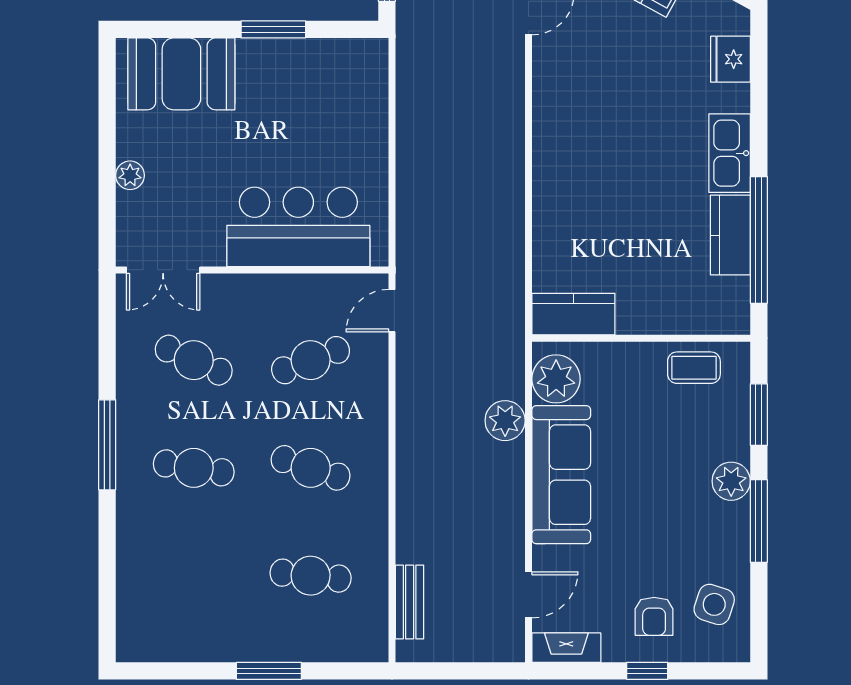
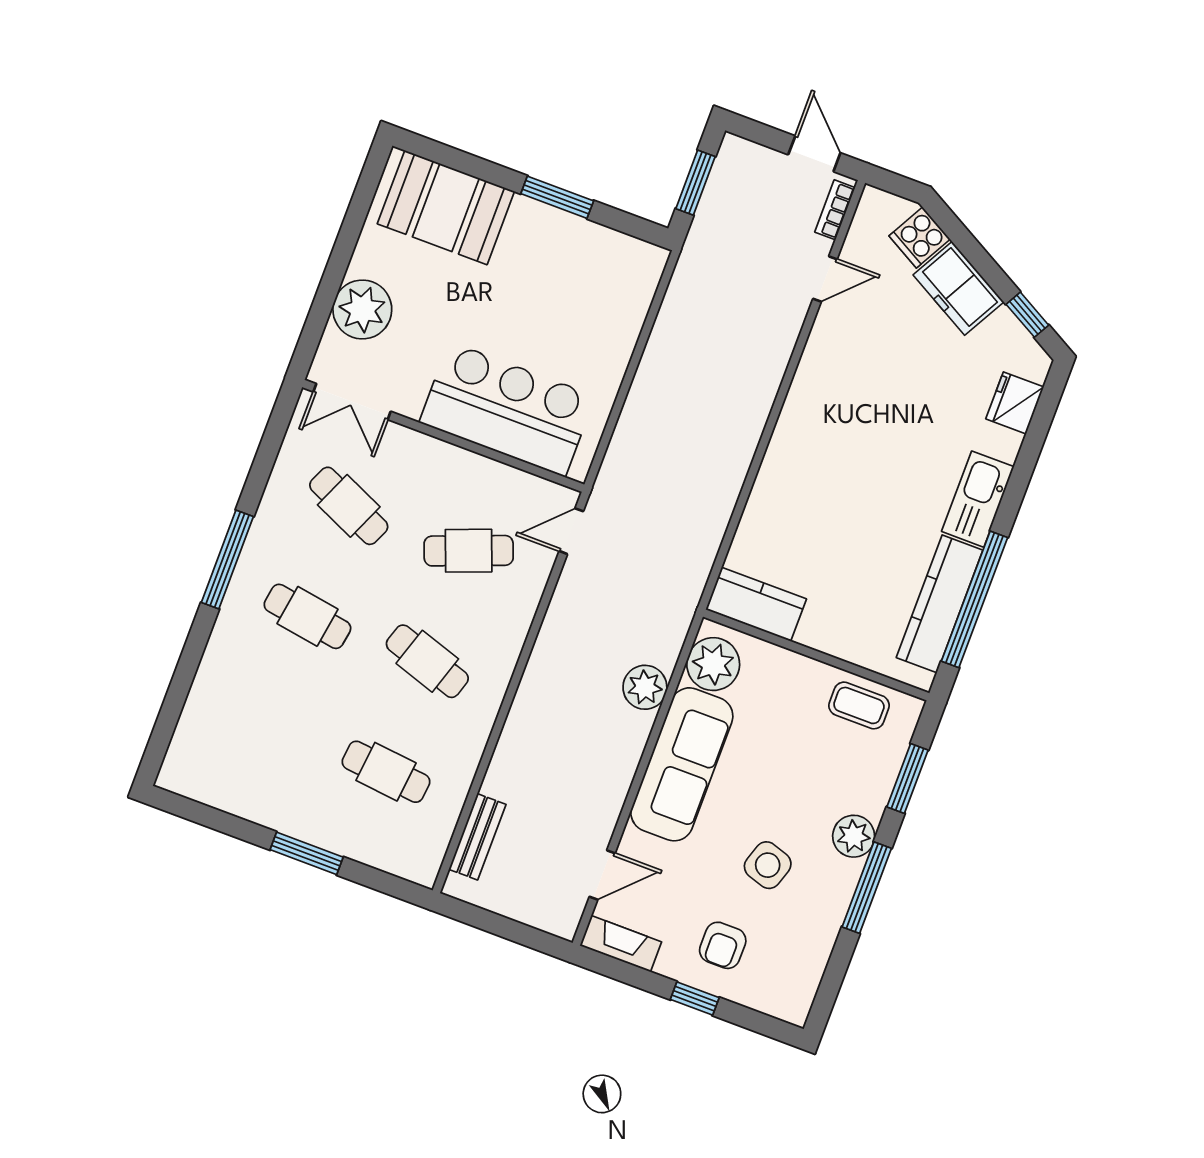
plant: (130, 175) -> (362, 309), width x1.87, depth x1.87
kitchen counter: (730, 235) -> (940, 604), width x1.50
side table: (714, 604) -> (768, 865), moved

